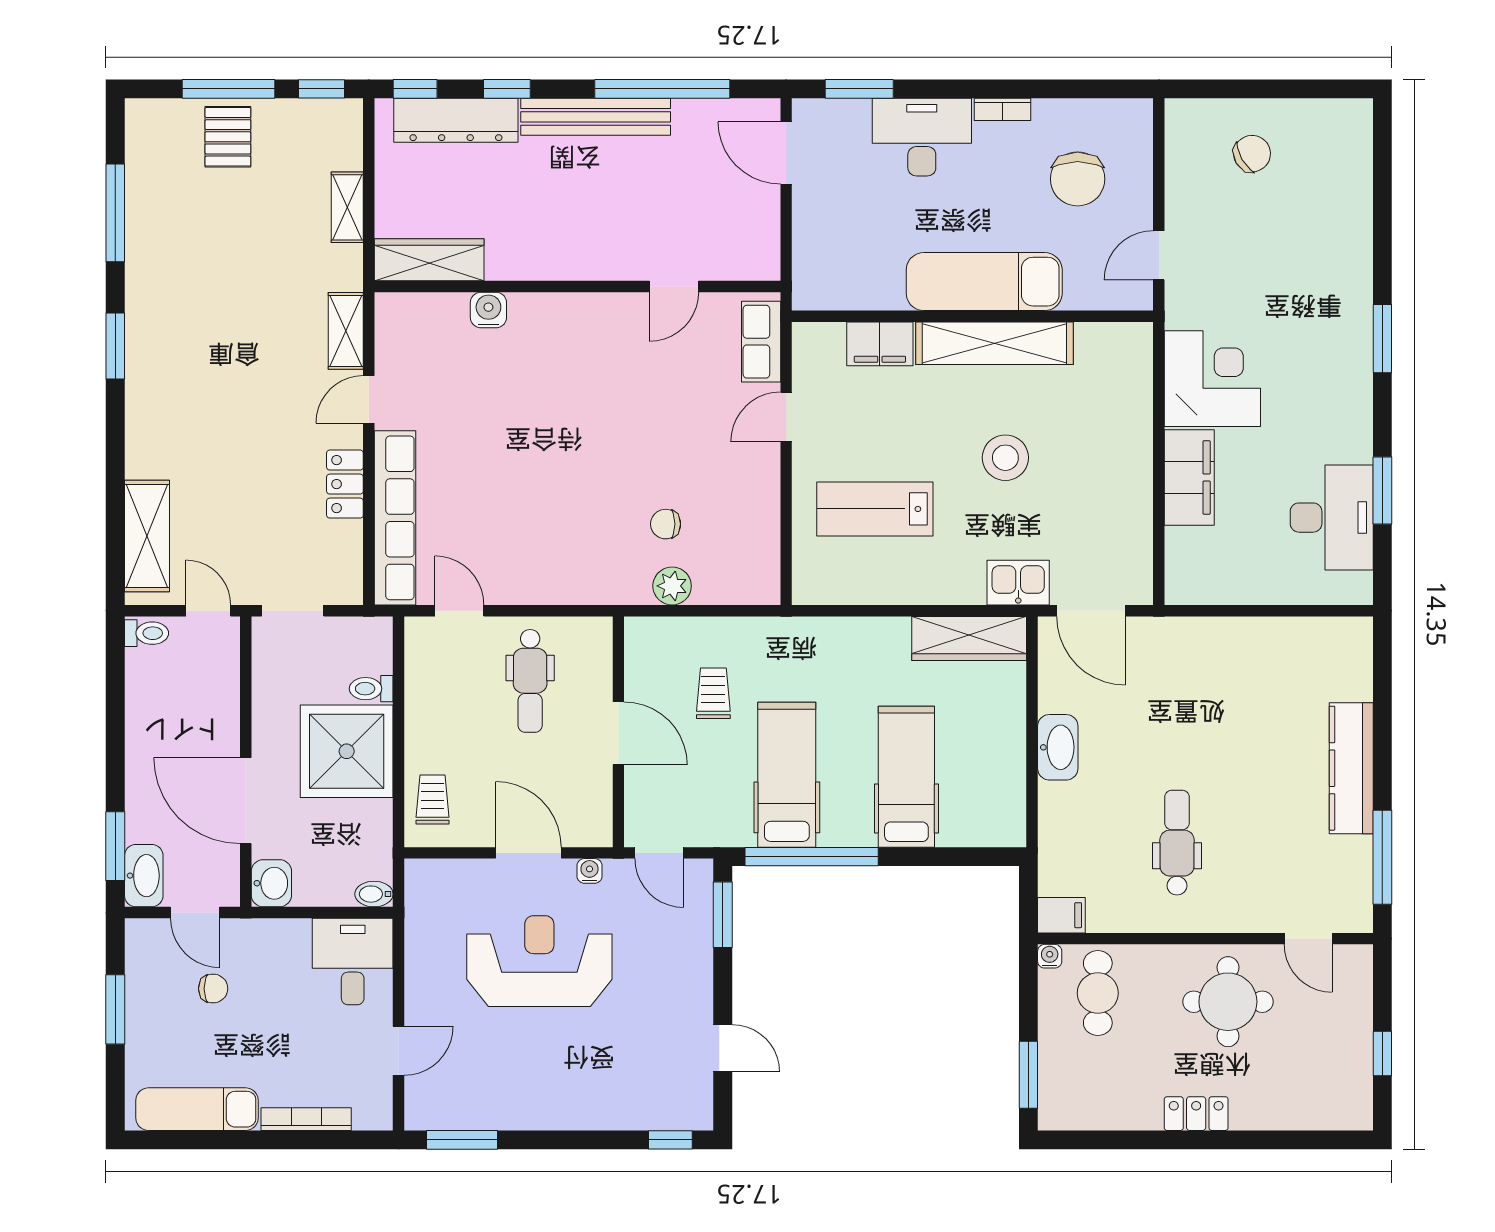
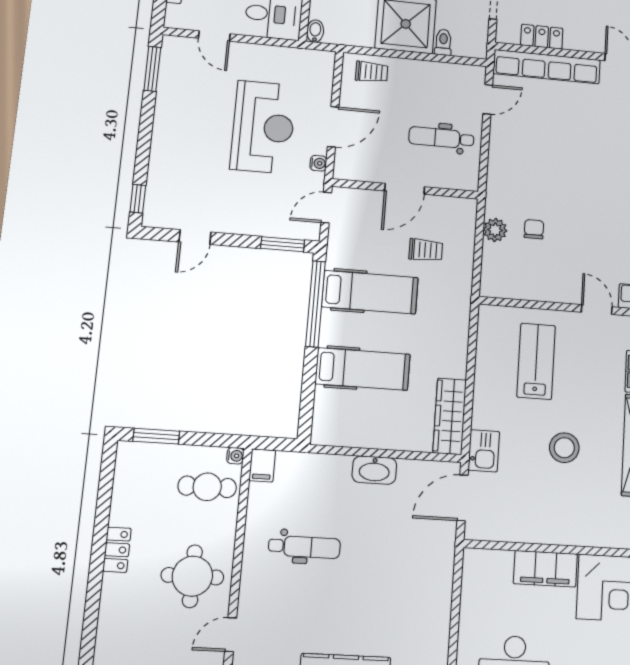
locker: (345, 484) -> (542, 37), moved

